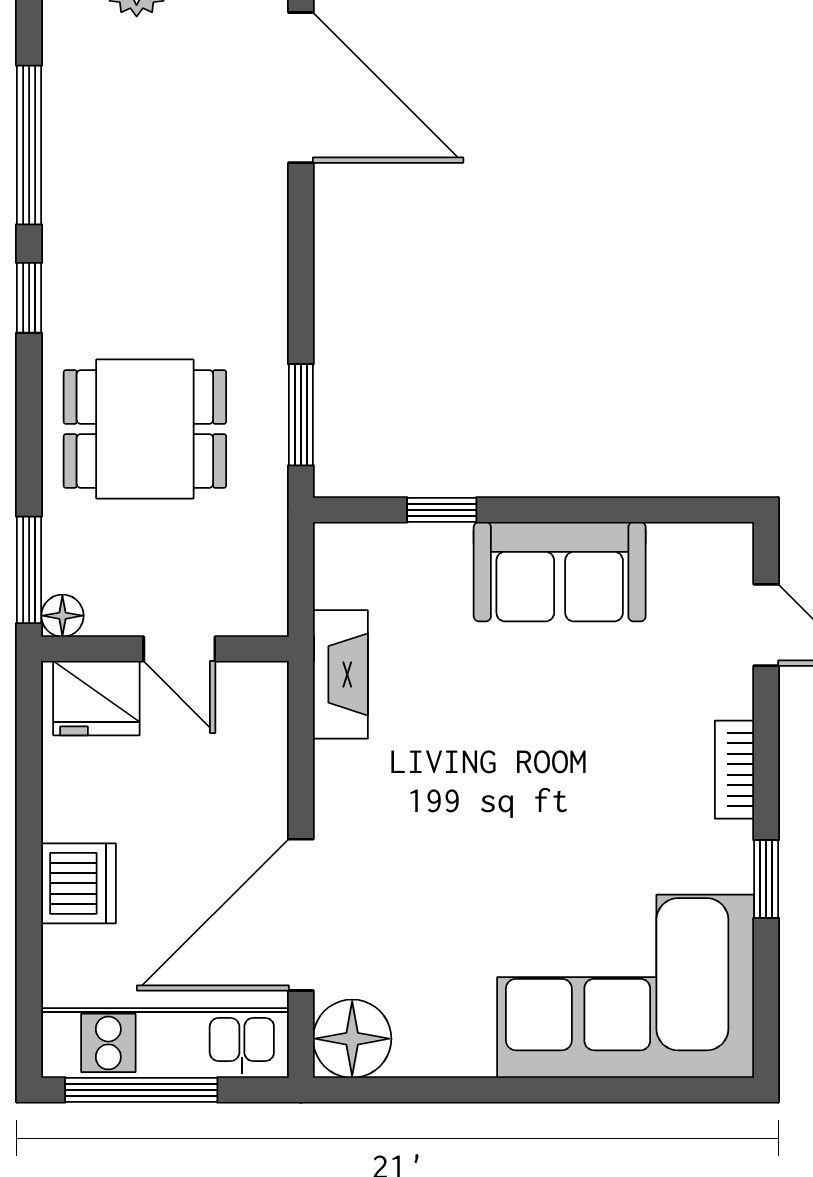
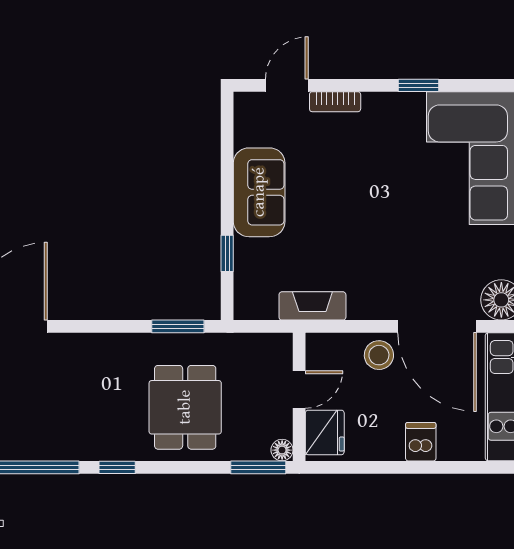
bookcase: (734, 770) -> (335, 102), moved
stool: (246, 803) -> (379, 355), added
dishwasher: (79, 883) -> (421, 442), width x0.73

